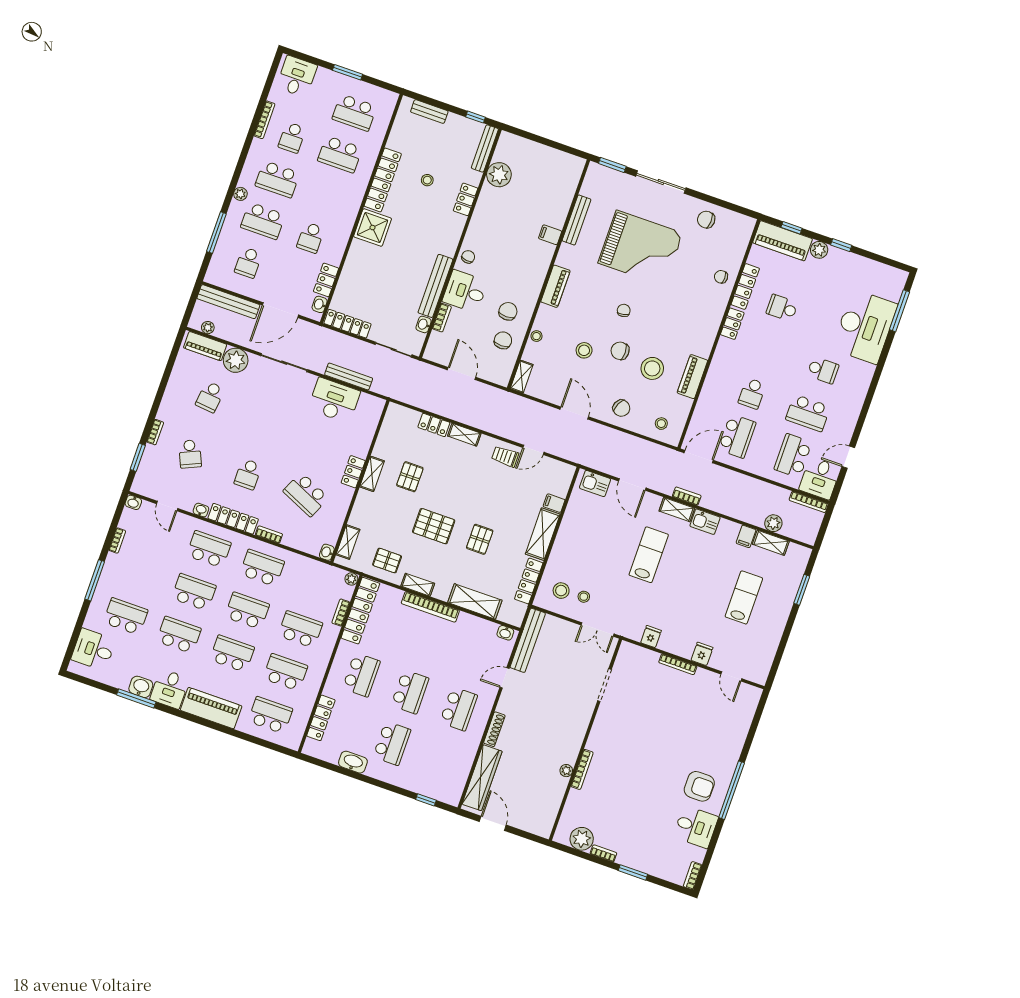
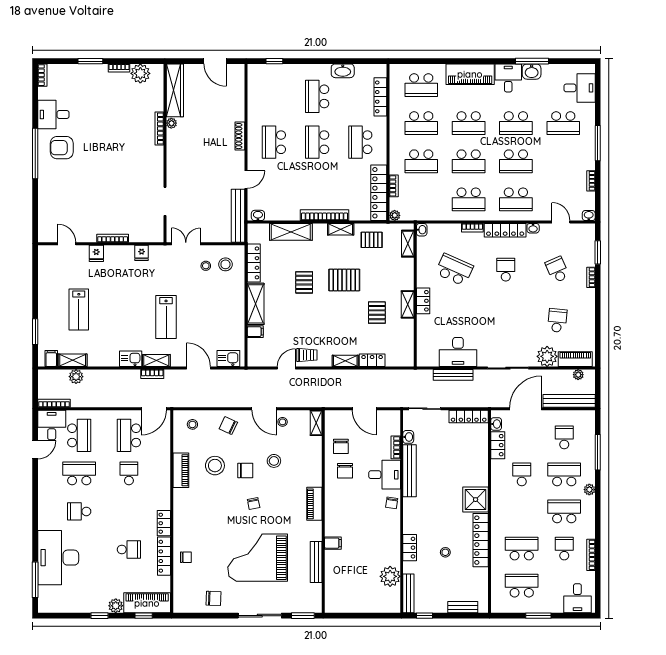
stool: (536, 336) -> (283, 422), moved
filing cabinet: (746, 536) -> (51, 359), moved
wardrobe: (482, 778) -> (175, 90), moved, turned 180

